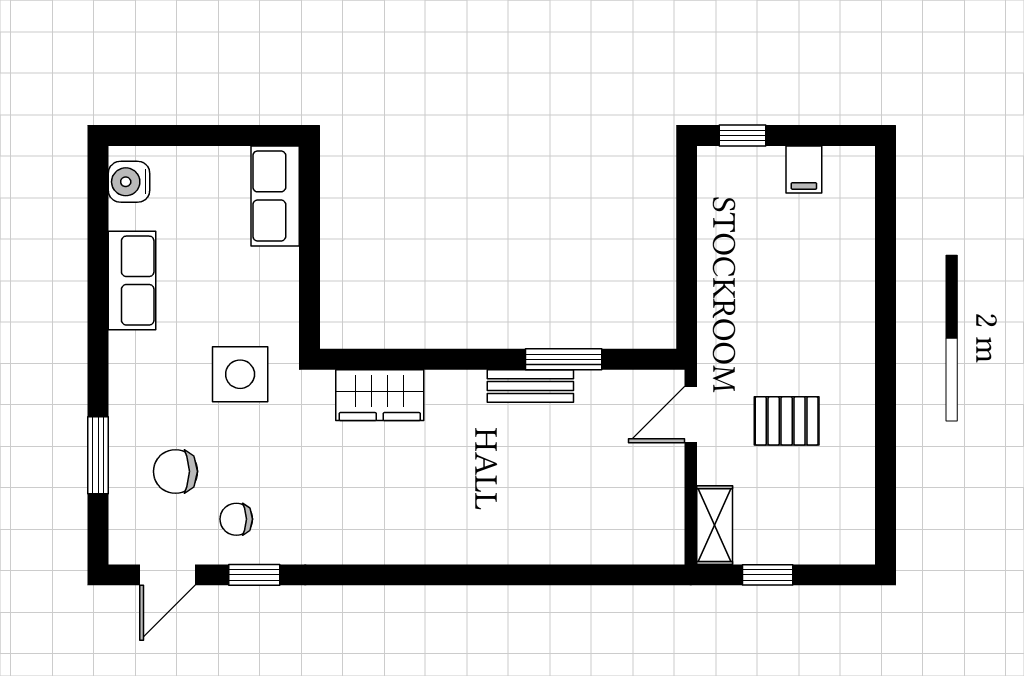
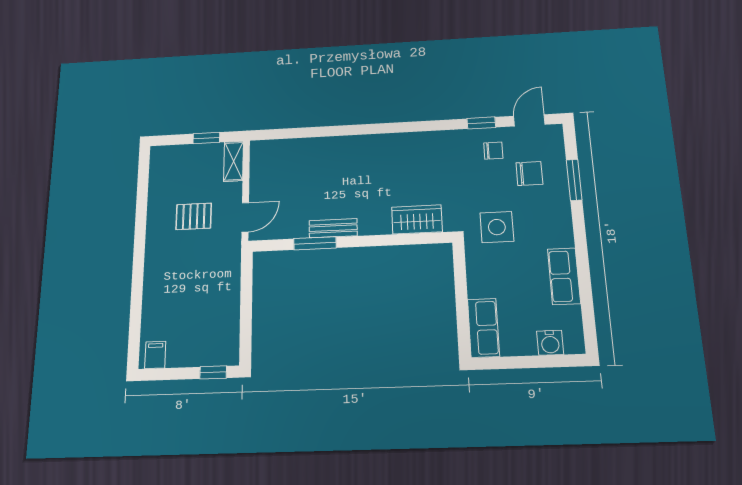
filing cabinet: (804, 169) -> (155, 355), moved
water cooler: (129, 182) -> (550, 343), moved, turned 90

